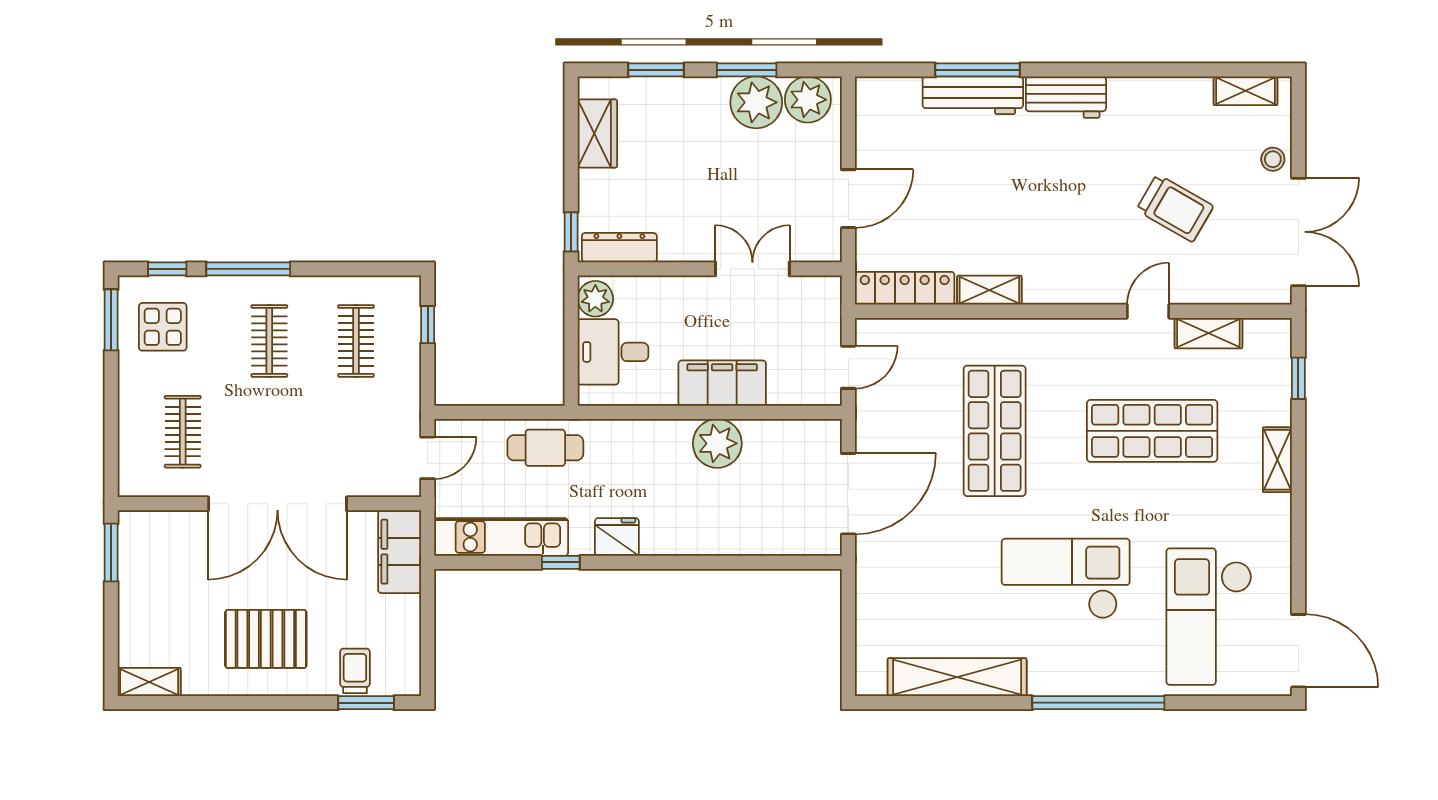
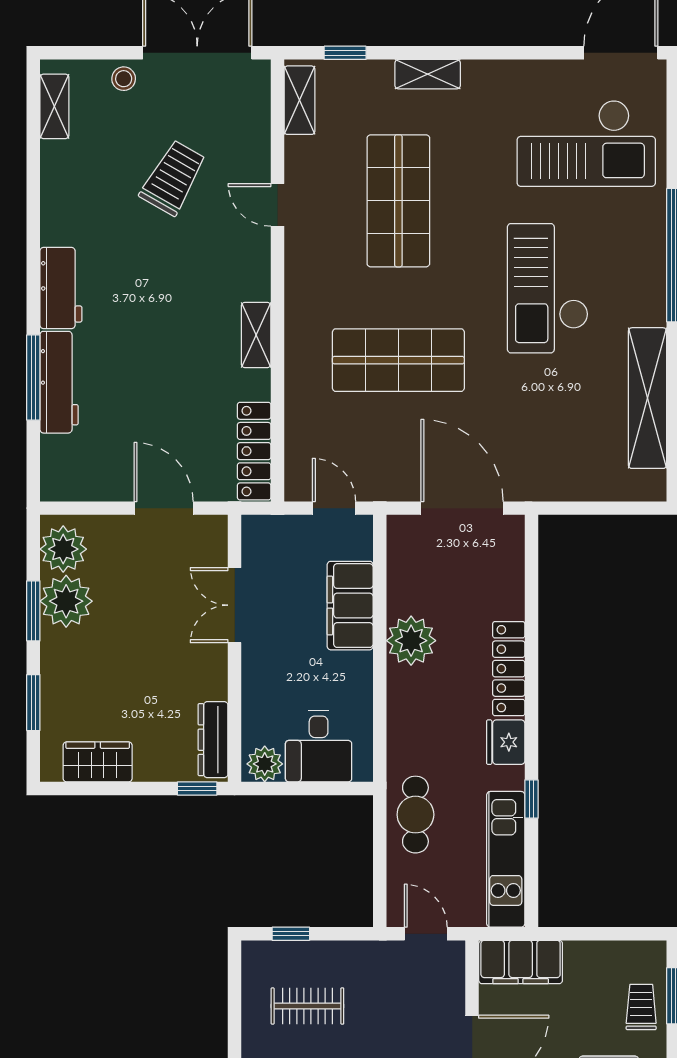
shelving: (989, 290) -> (256, 335), moved
shelving: (1208, 333) -> (299, 100), moved
filing cabinet: (722, 383) -> (350, 606), moved
locker: (690, 540) -> (509, 669), added
trolley: (355, 671) -> (641, 1007), turned 90

